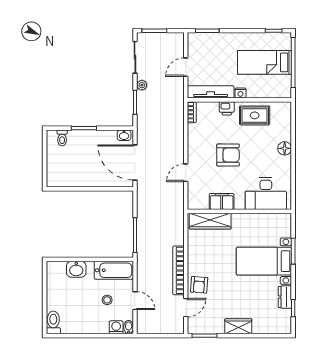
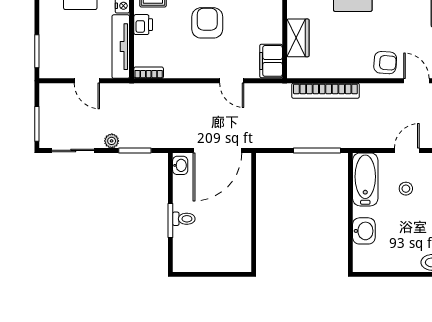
toilet: (62, 138) -> (184, 219), moved
filing cabinet: (222, 202) -> (271, 61), moved
wardrobe: (210, 221) -> (298, 38), width x0.67
bookcase: (179, 270) -> (325, 91), moved

